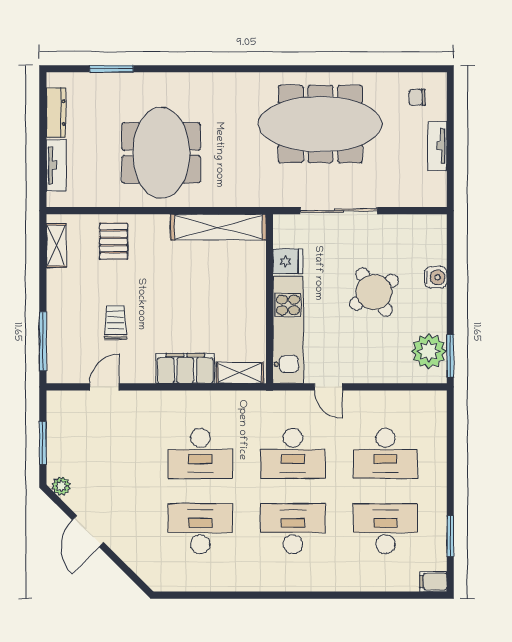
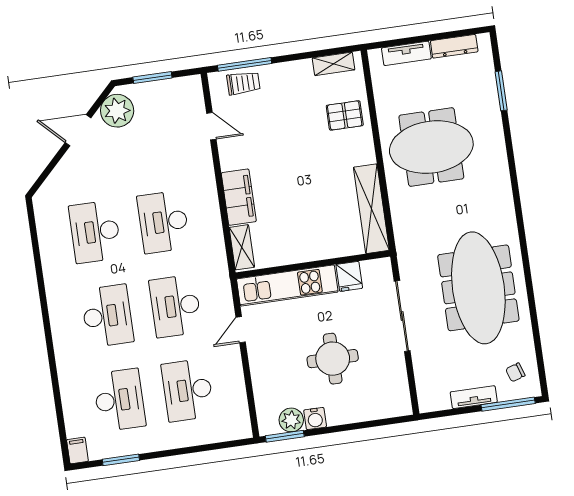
chair: (417, 97) -> (515, 372), turned -108
window: (450, 110) -> (508, 404), added
water cooler: (436, 277) -> (315, 418), moved
round table: (374, 292) -> (333, 359), turned 33
trolley: (116, 322) -> (243, 83), moved
plant: (429, 351) -> (291, 420), width x0.73, depth x0.73
plant: (61, 486) -> (117, 111), width x1.87, depth x1.87
desk: (200, 529) -> (95, 232), turned 180

